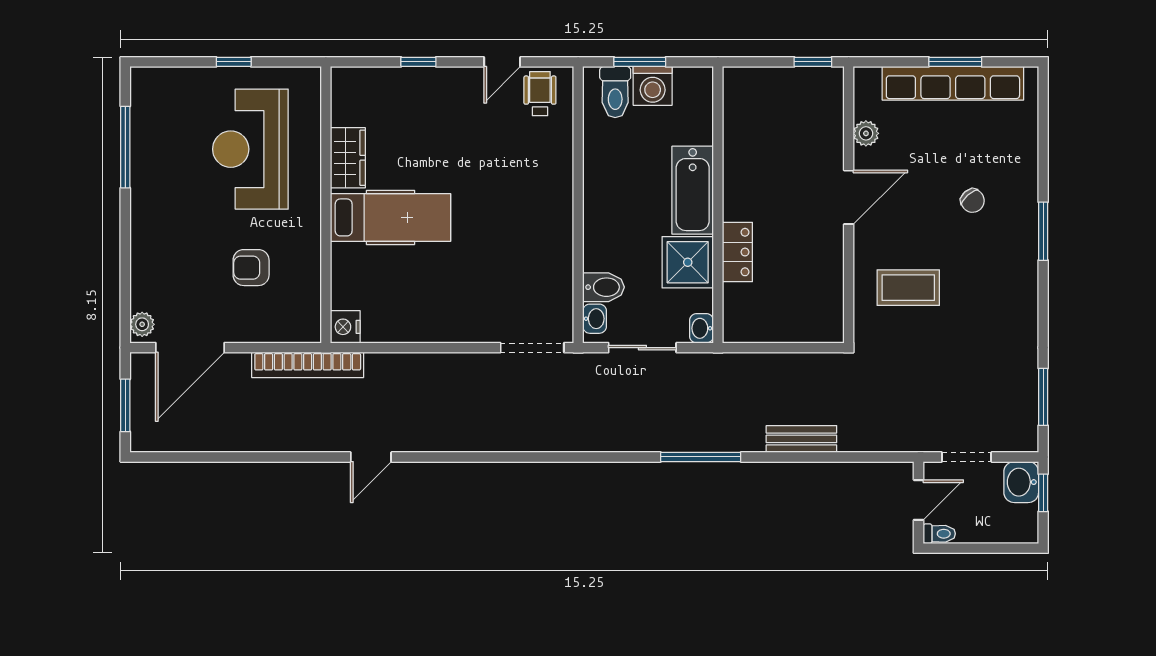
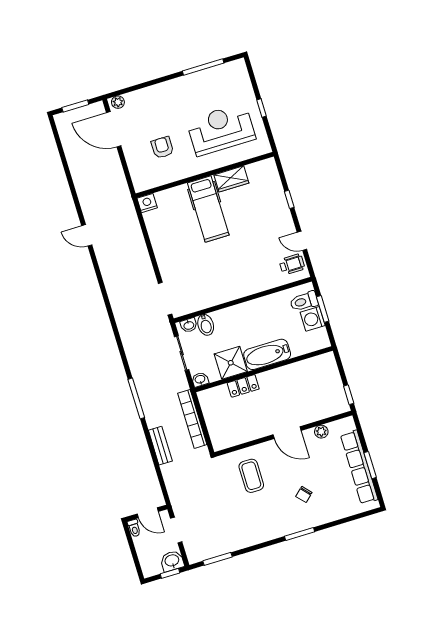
bookcase: (308, 365) -> (192, 419), moved

